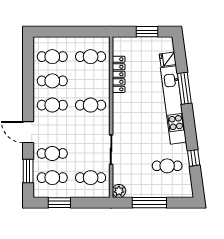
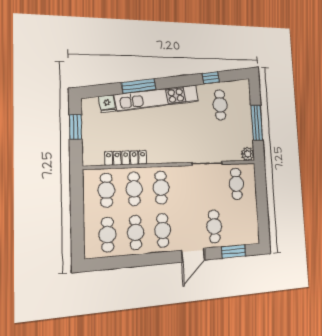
cafe table: (52, 178) -> (134, 189), moved
window: (59, 203) -> (263, 215), removed

